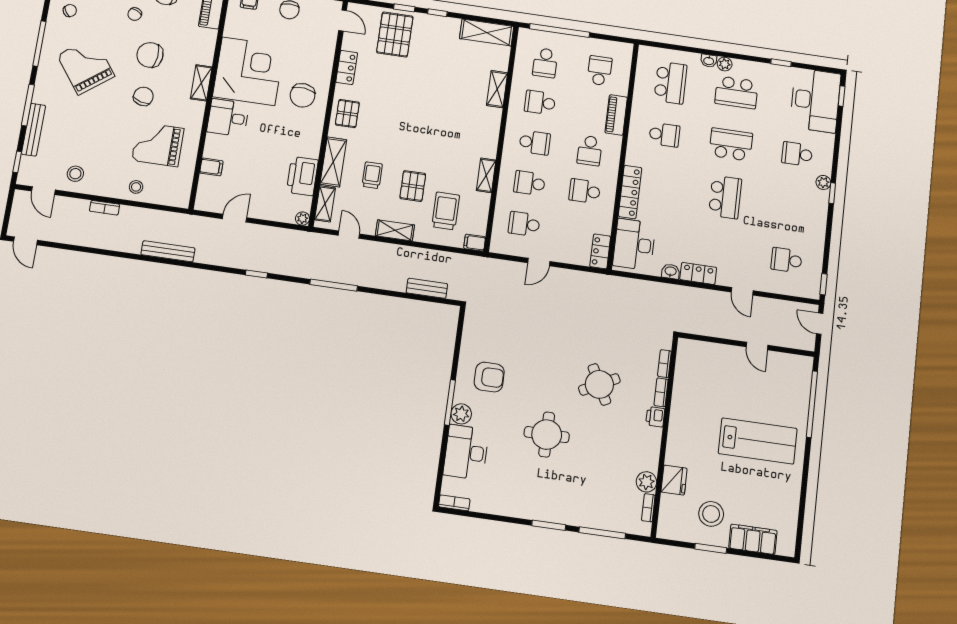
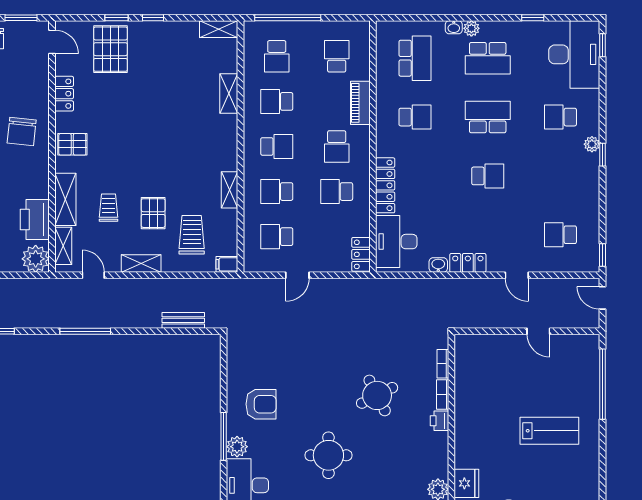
shelving: (487, 32) -> (219, 29), width x0.67, depth x0.75
pallet: (347, 114) -> (72, 144), turned 90
school desk: (725, 197) -> (488, 176), width x0.54
plant: (302, 219) -> (36, 259), width x1.88, depth x1.88
lab bench: (758, 441) -> (549, 431), width x0.73, depth x0.72

